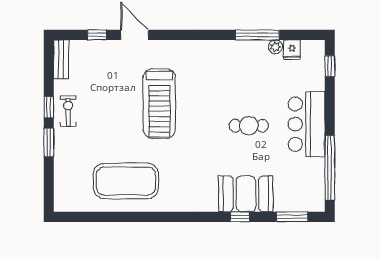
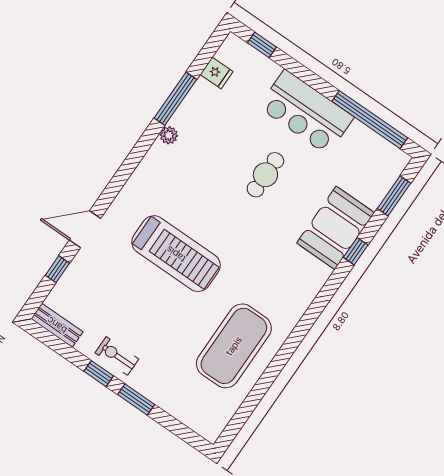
plant: (275, 47) -> (169, 135), moved

